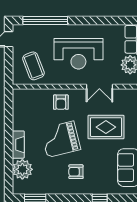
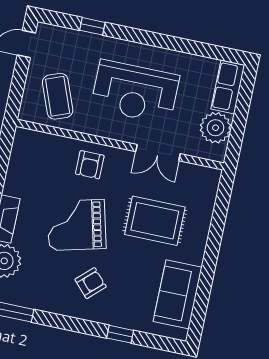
window: (45, 20) -> (92, 26), width x0.32
armchair: (76, 172) -> (91, 283), turned 137

